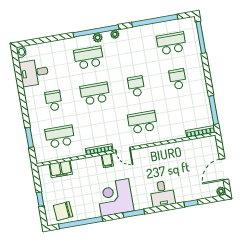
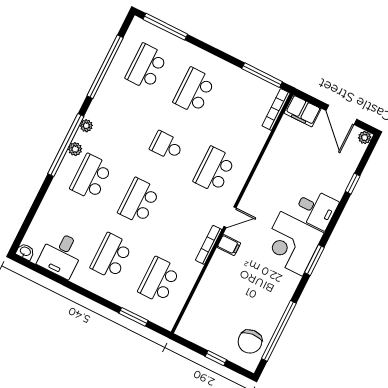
school desk: (178, 79) -> (194, 91), width x1.85
school desk: (54, 101) -> (111, 256), width x1.85
filing cabinet: (61, 169) -> (303, 111), moved, turned 90
corner desk: (115, 197) -> (292, 244), moved

